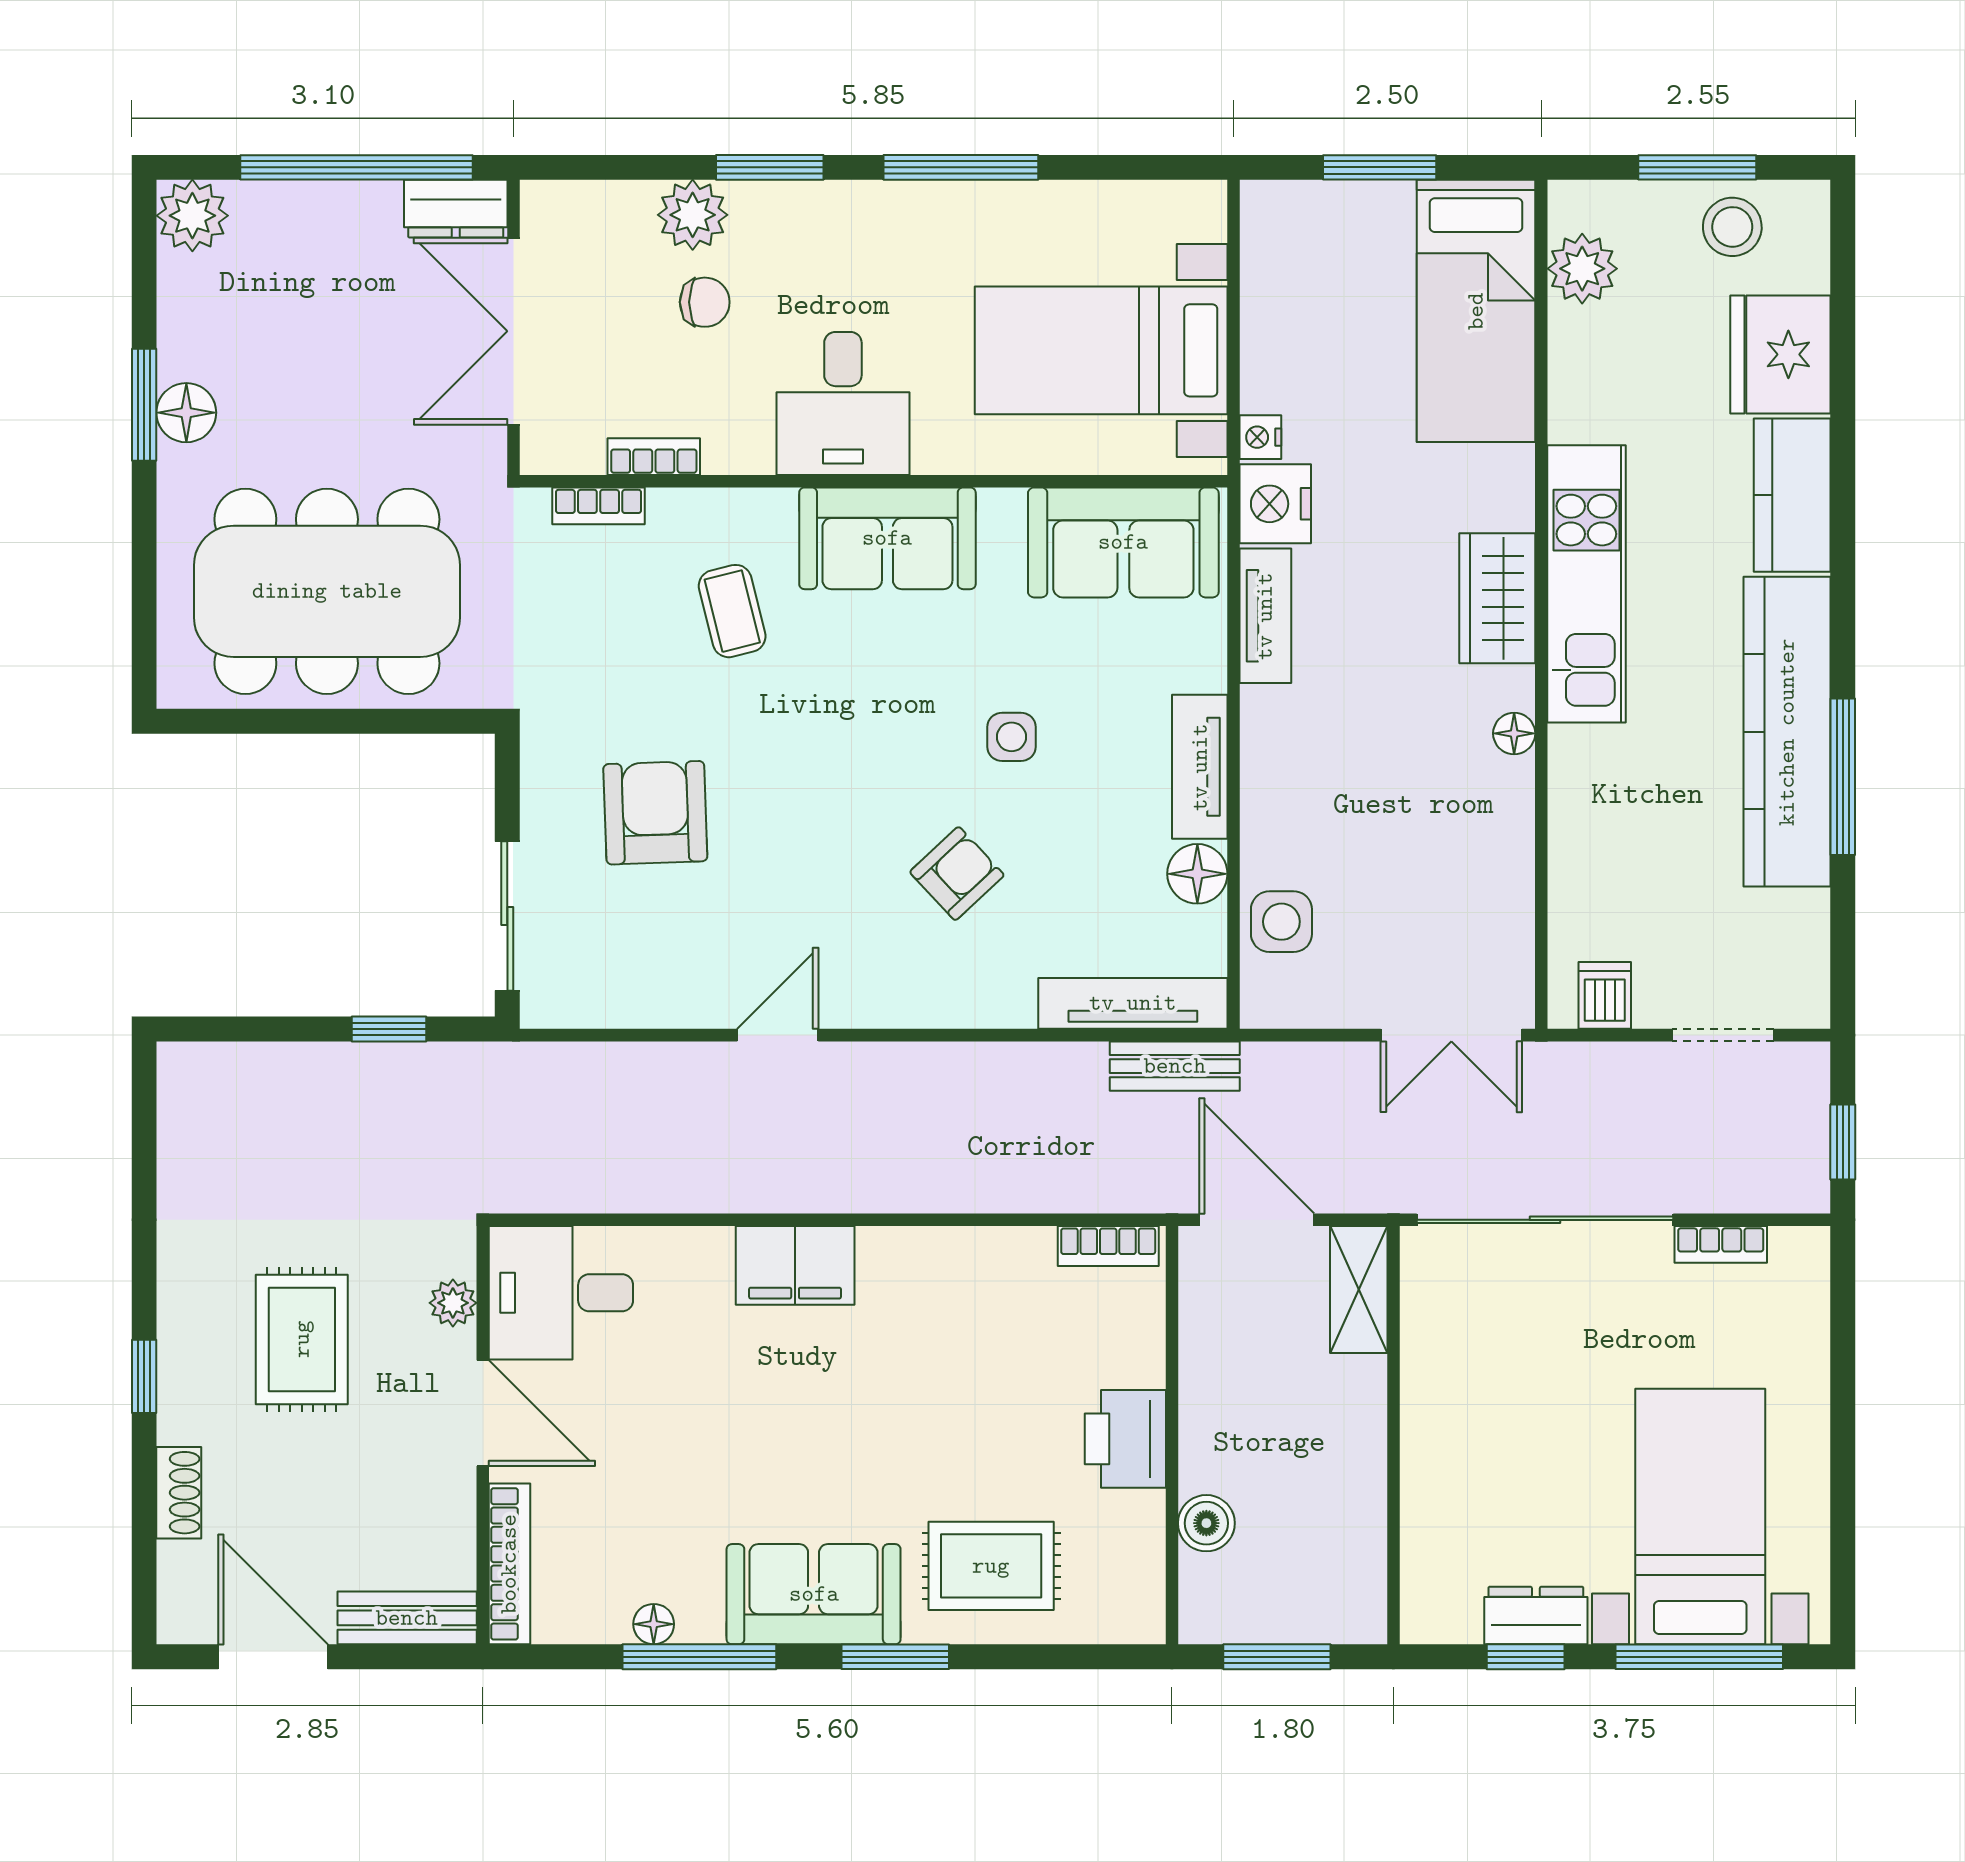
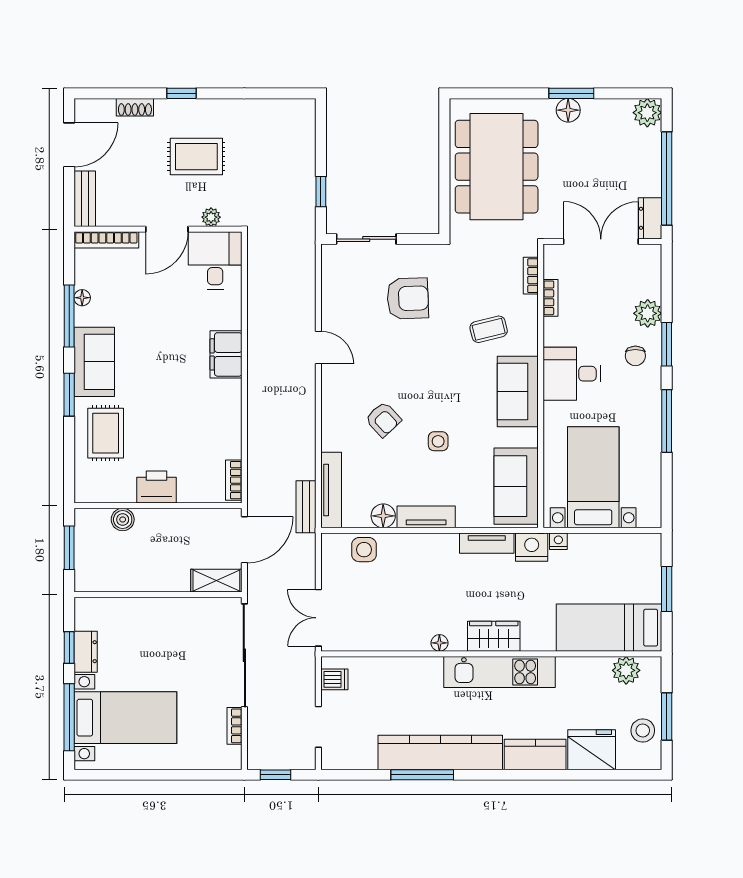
chair: (705, 302) -> (635, 356), moved

